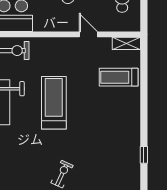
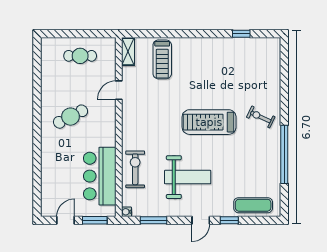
treadmill: (54, 103) -> (209, 122), moved

